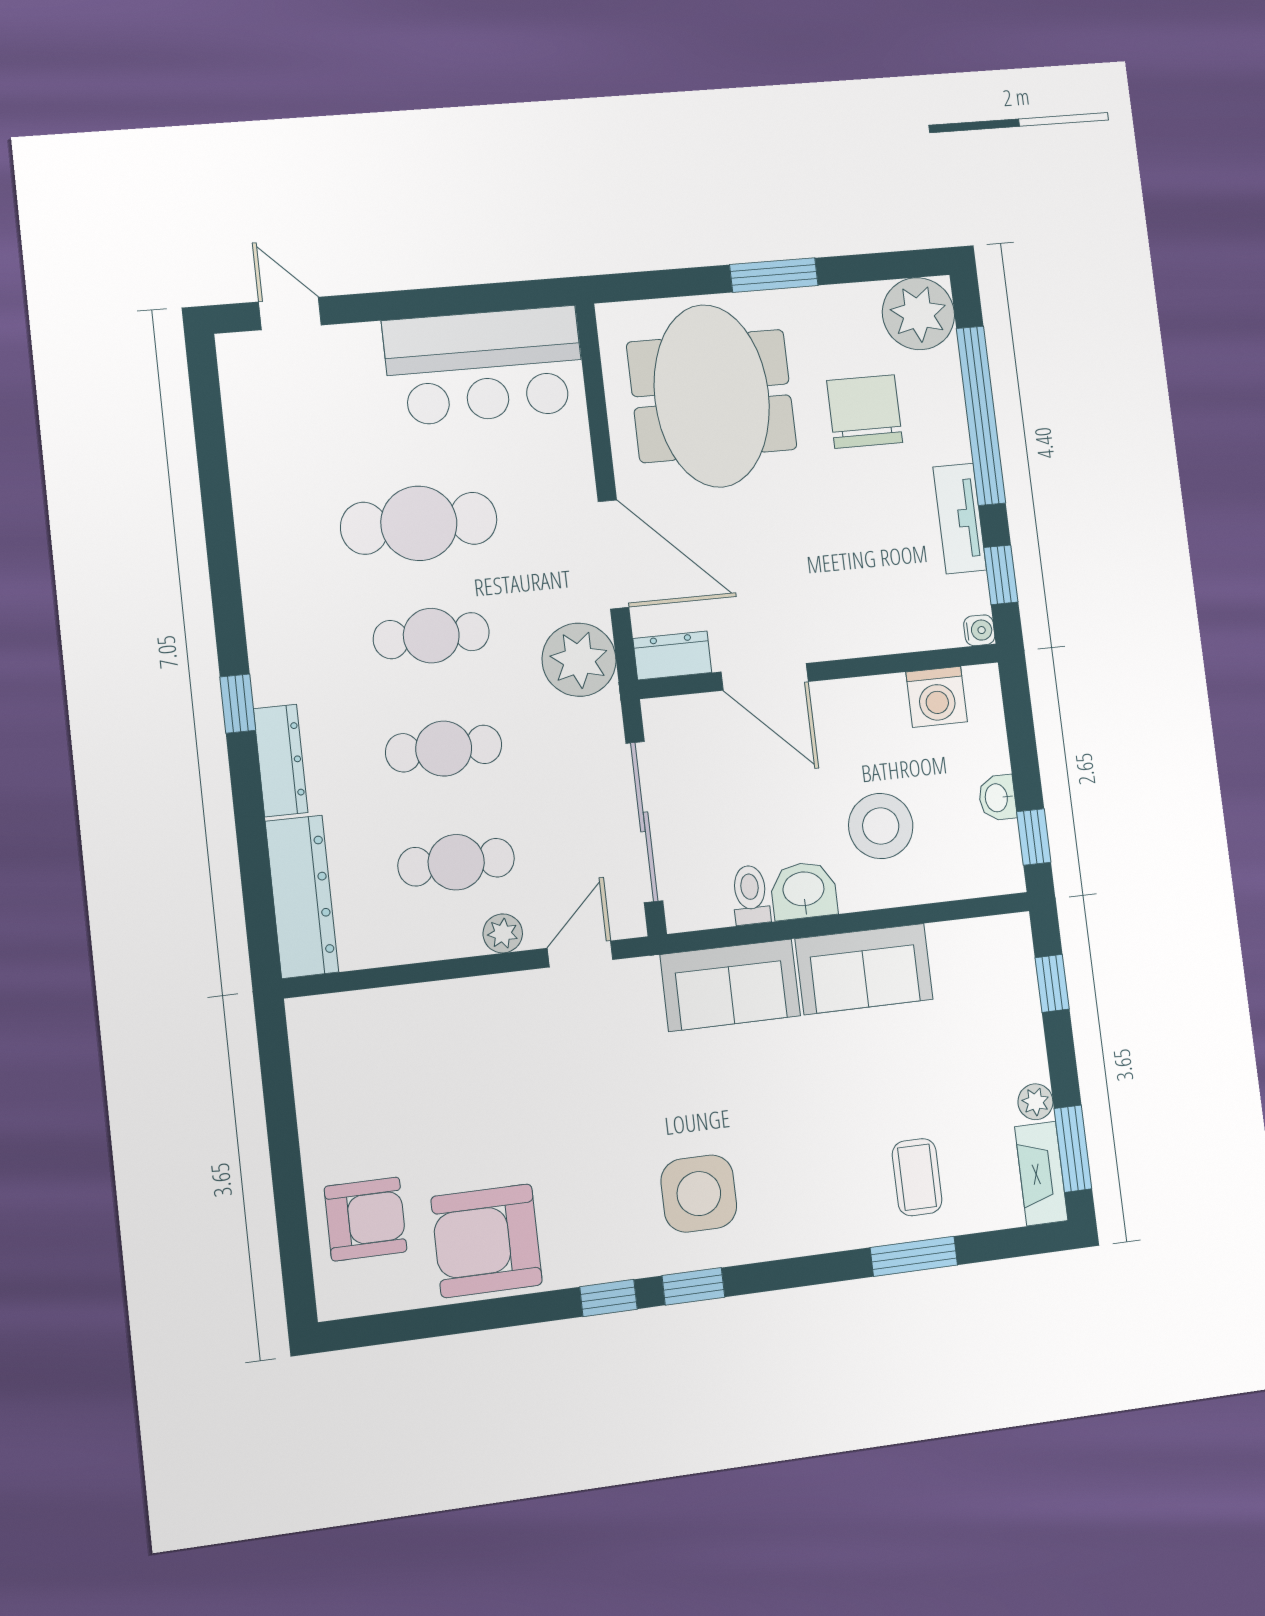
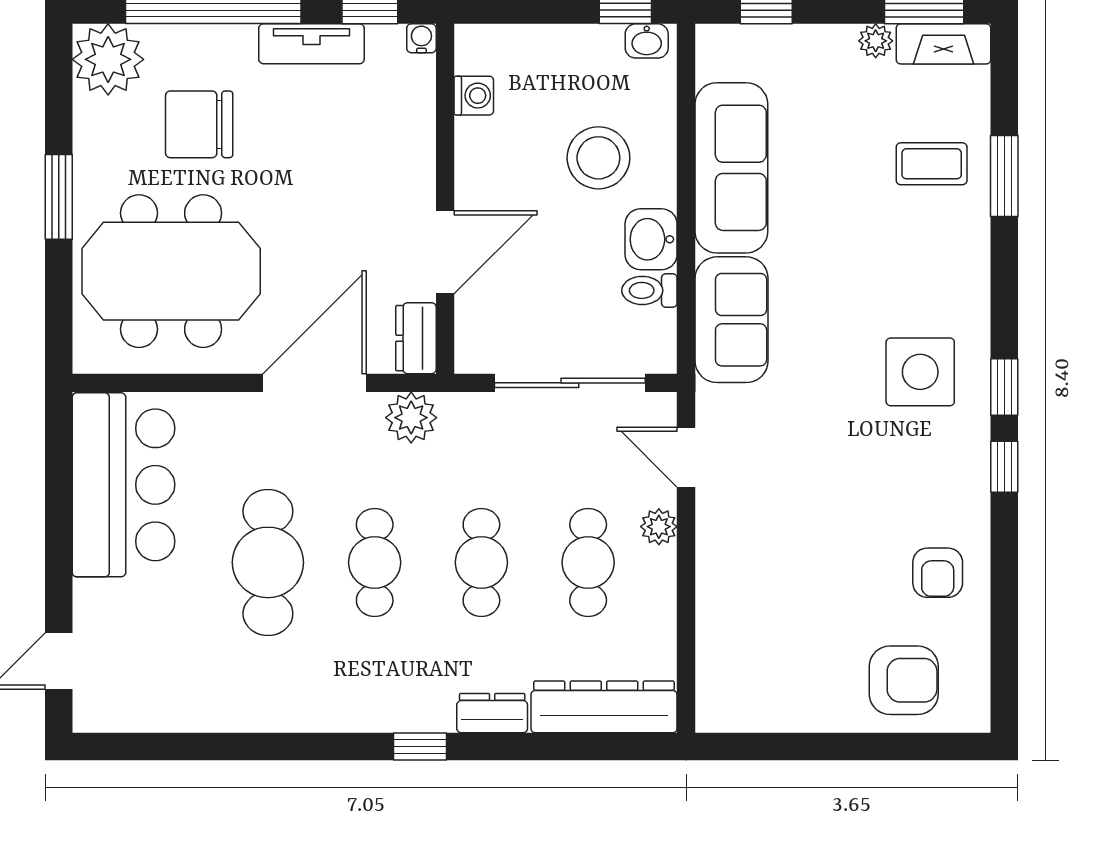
plant: (579, 660) -> (411, 418), width x0.73, depth x0.73
washing machine: (937, 697) -> (474, 96), width x0.73, depth x0.73
dresser: (281, 761) -> (492, 713), width x0.70
washbasin: (997, 798) -> (647, 41), moved
sofa: (864, 969) -> (731, 168), width x1.36
armchair: (366, 1219) -> (904, 680), turned 90
armchair: (487, 1241) -> (938, 573), width x0.53, depth x0.53

